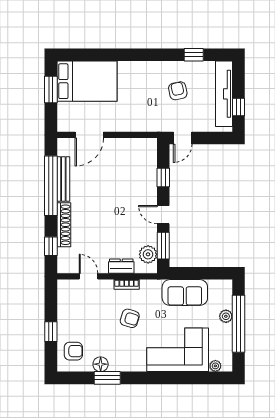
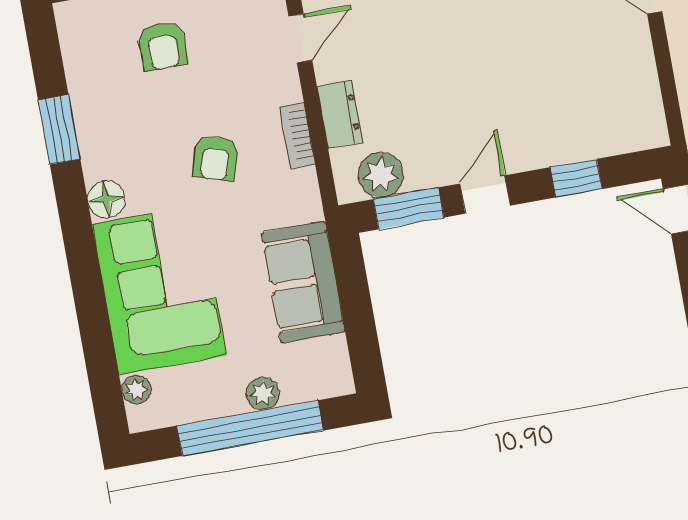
armchair: (73, 351) -> (163, 46), moved
floor lamp: (101, 364) -> (106, 199), moved

